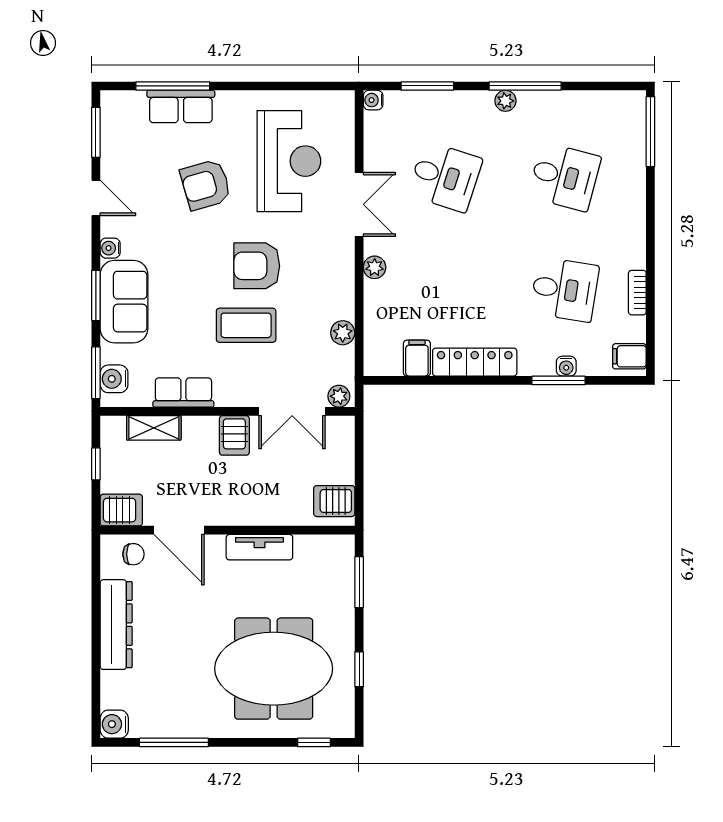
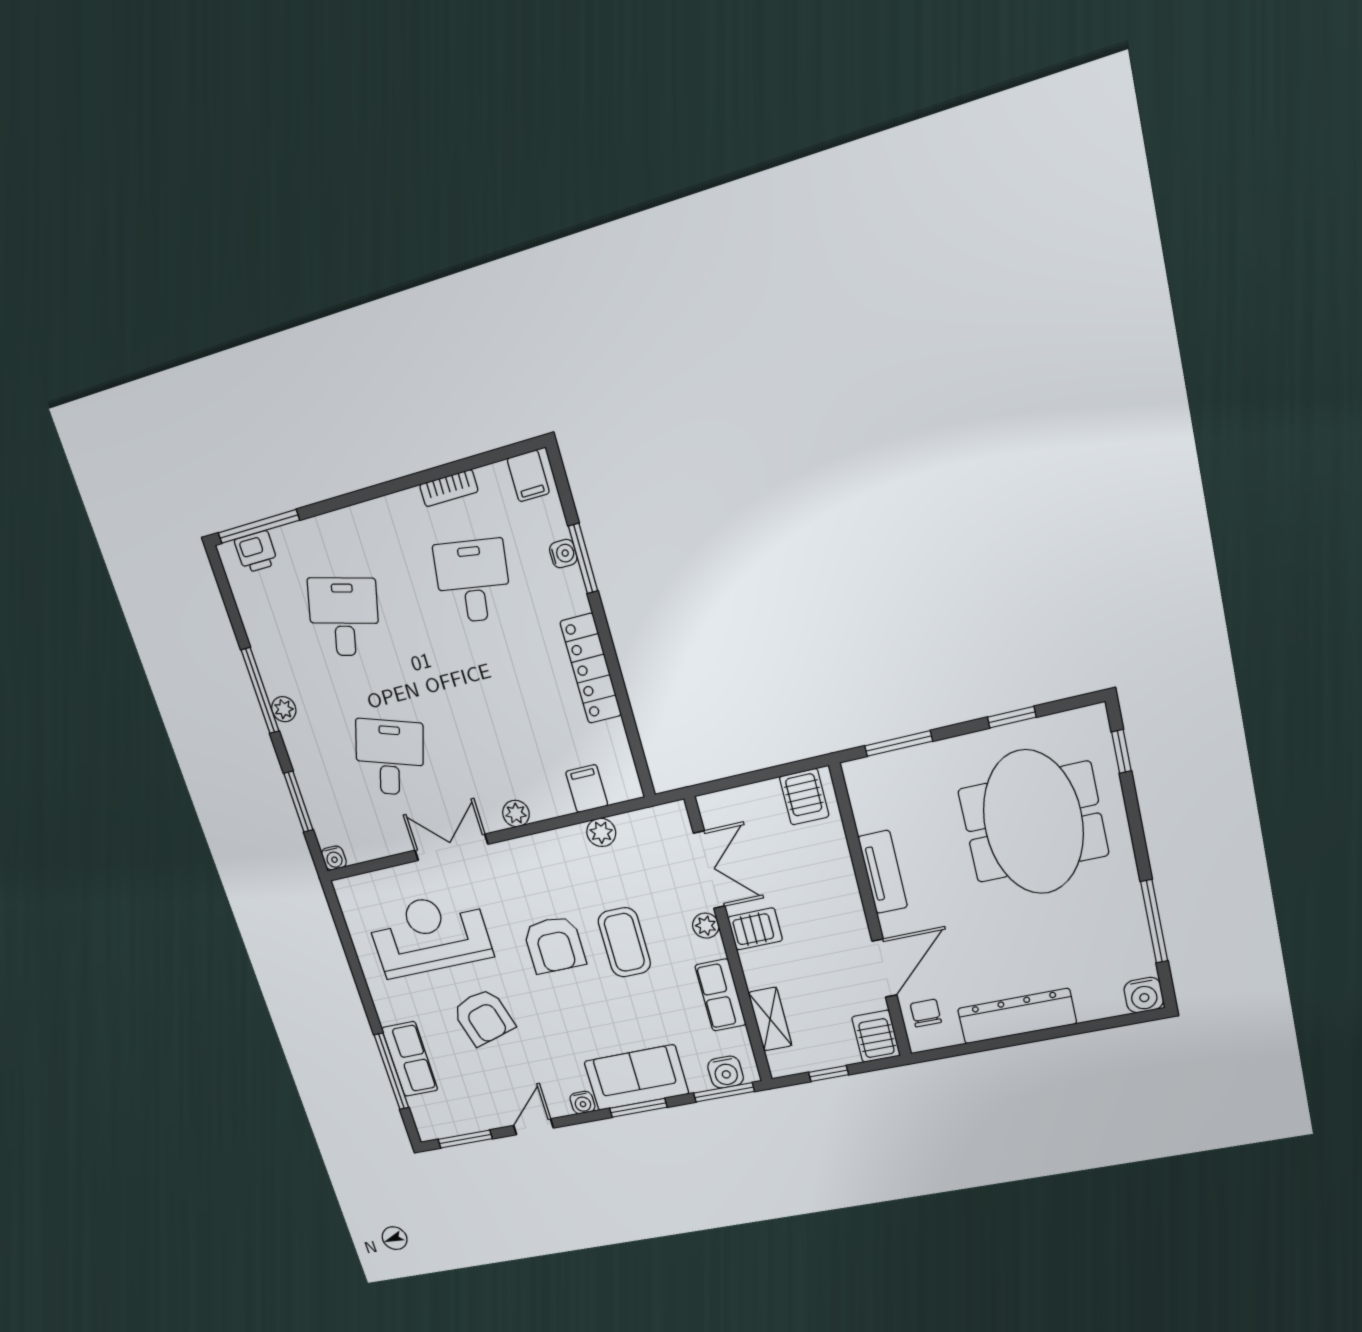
printer: (632, 122) -> (256, 552), added
filing cabinet: (417, 358) -> (587, 789), moved, turned 90
plant: (339, 396) -> (706, 926), moved

